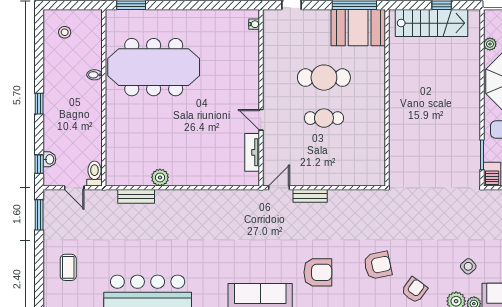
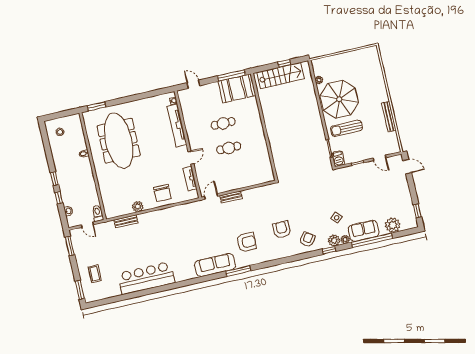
tv unit: (251, 64) -> (177, 126), added
meeting table: (154, 67) -> (119, 141), turned 90
cafe table: (324, 78) -> (223, 123), width x0.73, depth x0.74
door: (261, 120) -> (191, 158), swing flipped
window: (39, 164) -> (59, 198), moved
chair: (203, 165) -> (162, 193), added
armchair: (378, 265) -> (282, 230), turned -78
window: (39, 288) -> (80, 290), added

